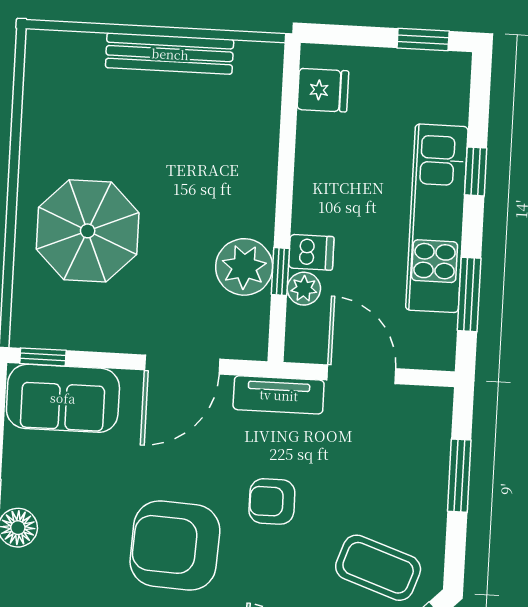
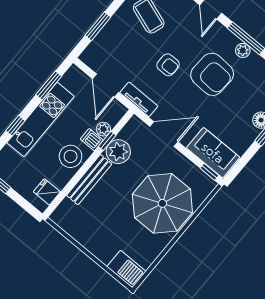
bench: (170, 54) -> (89, 180), moved, turned 90
barbecue: (63, 56) -> (126, 269), added
stool: (328, 191) -> (71, 156), added
parasol: (88, 231) -> (162, 203), width x1.36, depth x1.36

